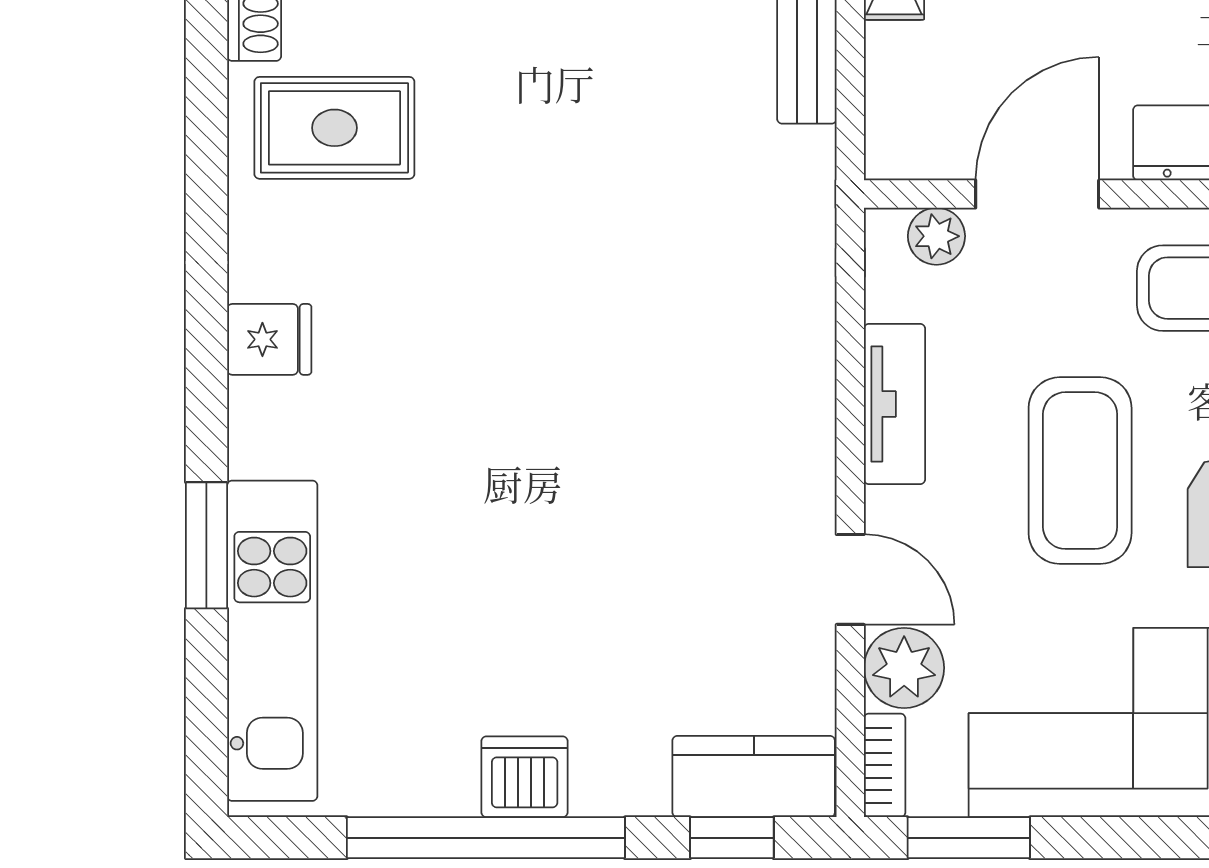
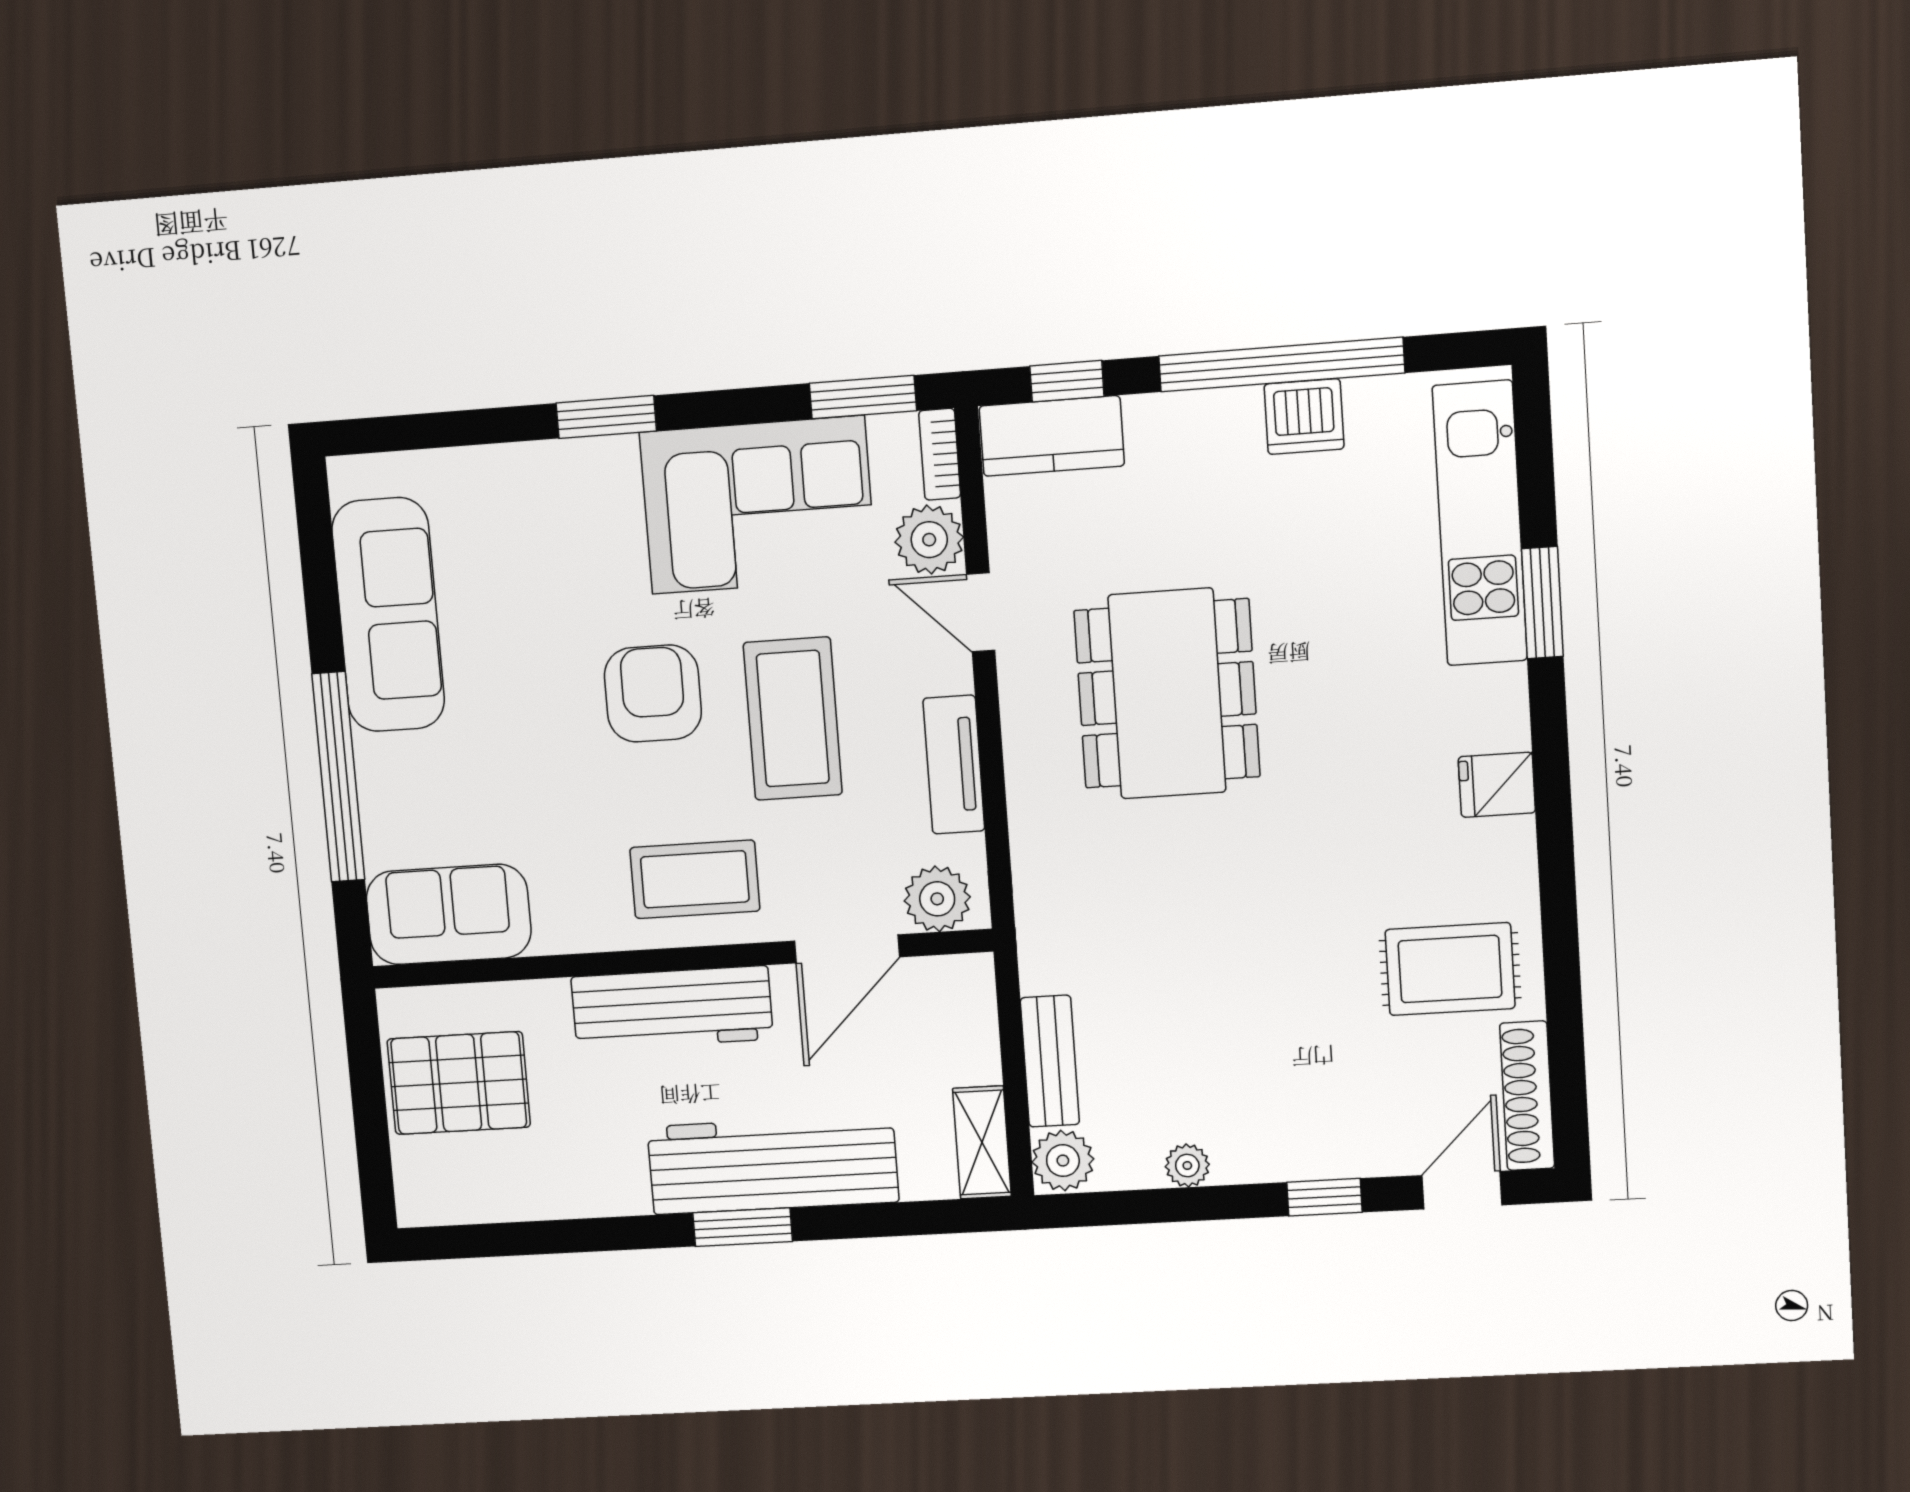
plant: (936, 236) -> (937, 899), width x1.38, depth x1.38
dining table: (641, 470) -> (1167, 694), added
dishwasher: (525, 777) -> (1304, 417), moved

